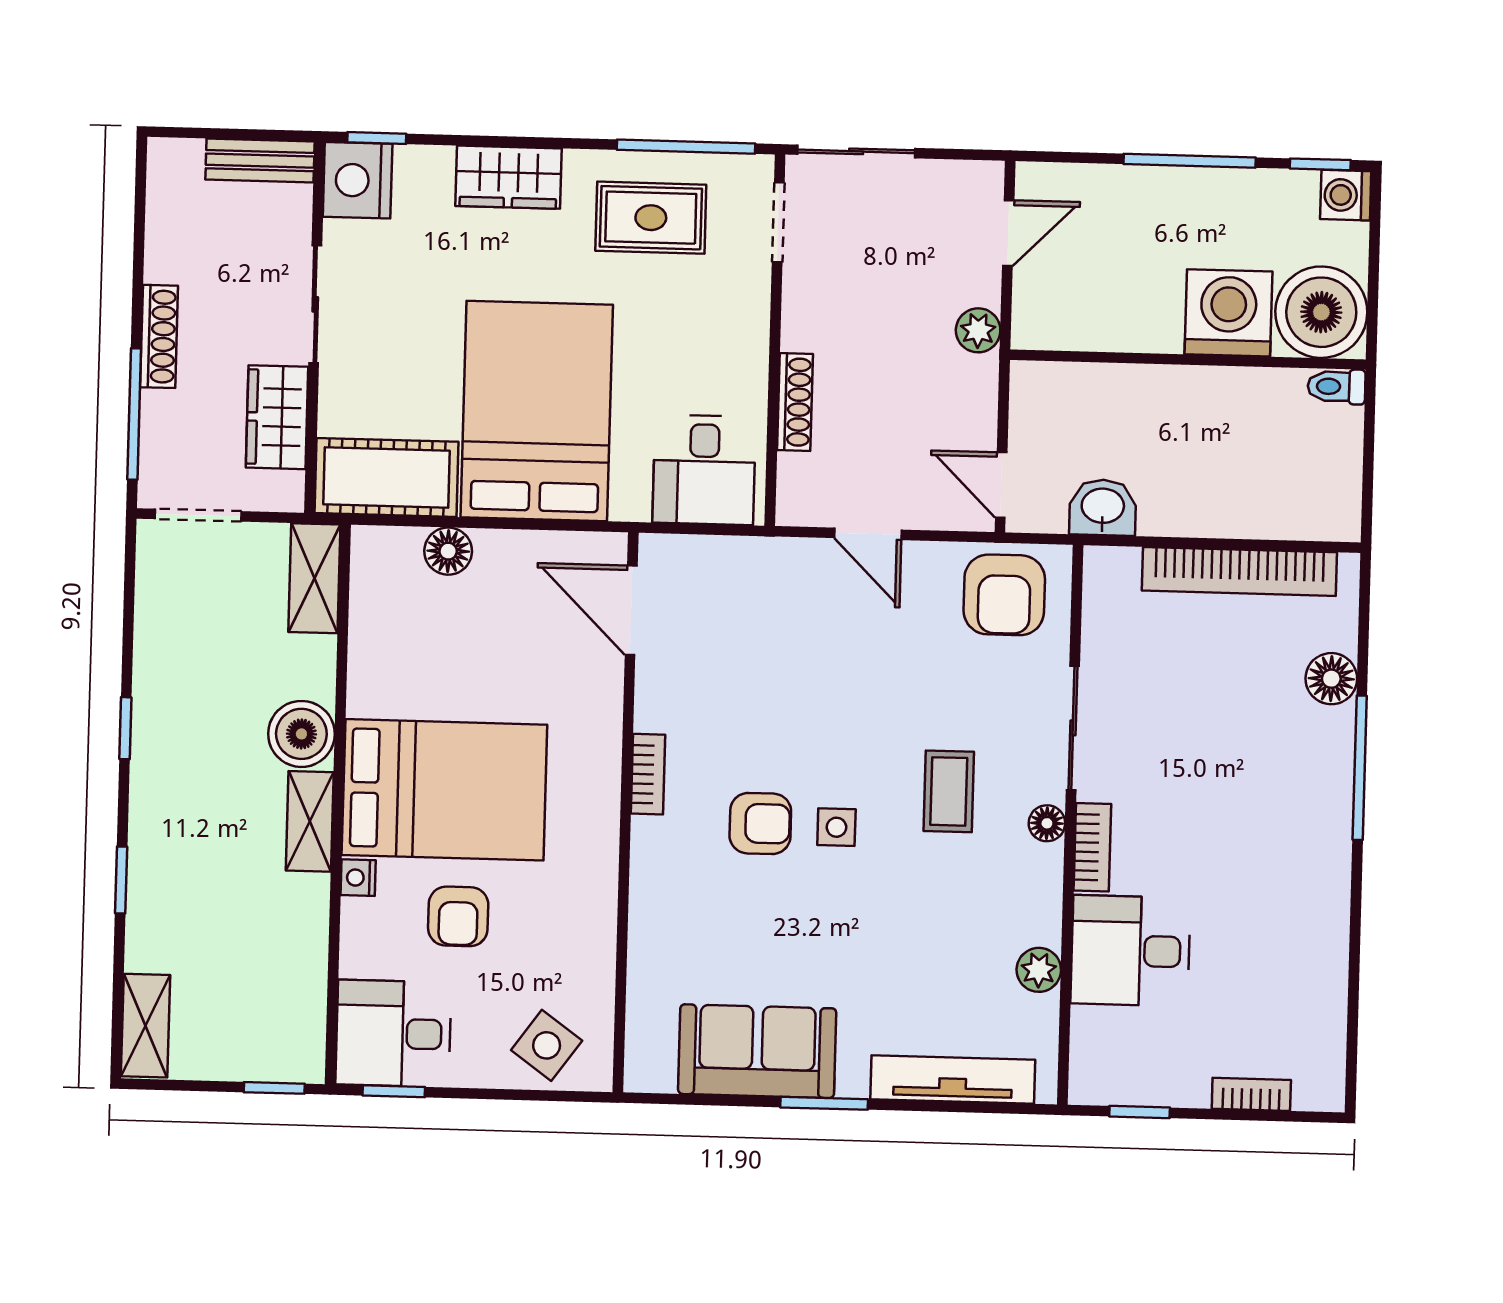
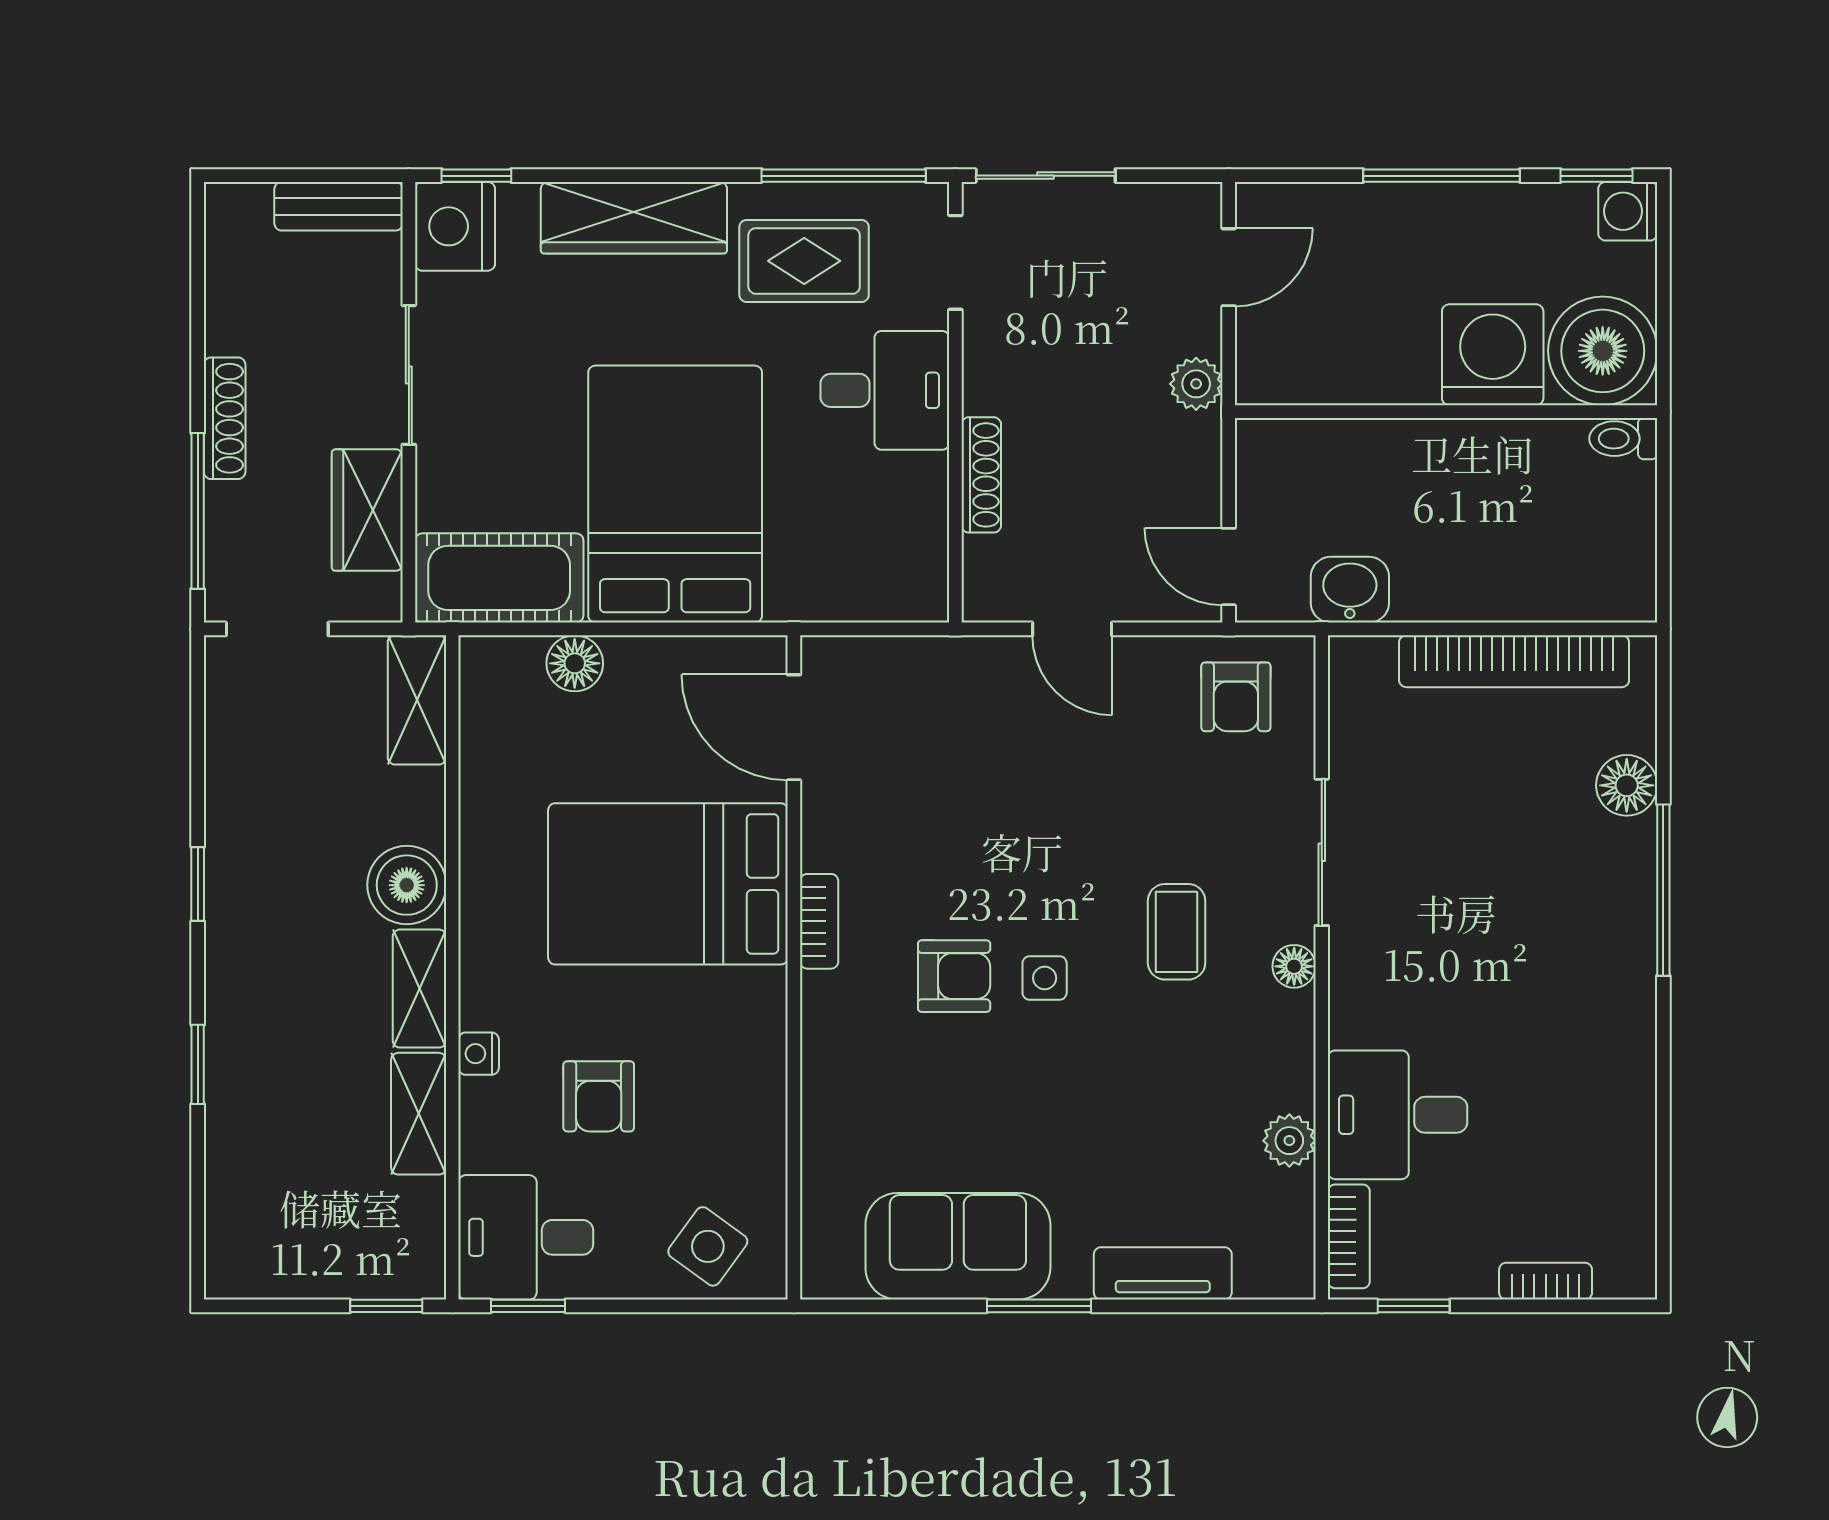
wardrobe: (508, 177) -> (634, 218), width x1.50
desk: (704, 470) -> (885, 390), moved, turned -90
armchair: (1004, 595) -> (1236, 697), width x0.72, depth x0.72
bed: (444, 790) -> (668, 884), moved, turned 180
bookcase: (1092, 847) -> (1349, 1236), moved
shelving: (145, 1026) -> (419, 1114), moved
tv unit: (953, 1079) -> (1163, 1273), width x0.71

